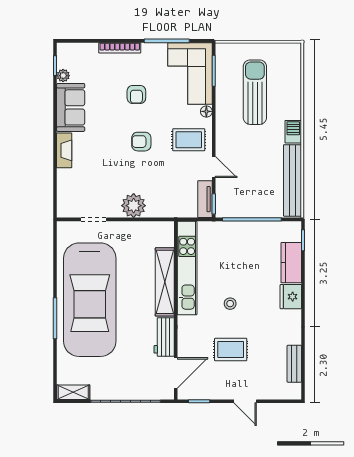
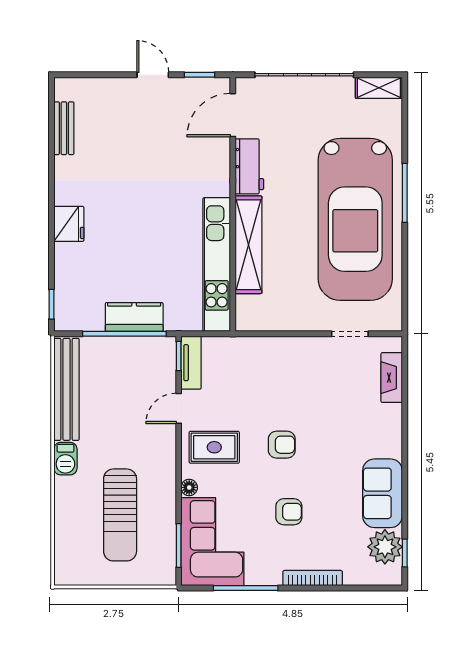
plant: (63, 76) -> (385, 547), width x1.88, depth x1.88
armchair: (136, 94) -> (289, 512), turned 90
fireplace: (64, 150) -> (392, 378), moved
door: (214, 167) -> (179, 408), hinge flipped
plant: (134, 206) -> (293, 353), removed
kitchen counter: (291, 263) -> (134, 317), moved, turned -90
car: (90, 300) -> (355, 219), turned 180
stool: (230, 304) -> (155, 214), removed
rug: (231, 349) -> (155, 148), removed
door: (245, 401) -> (153, 75), moved

